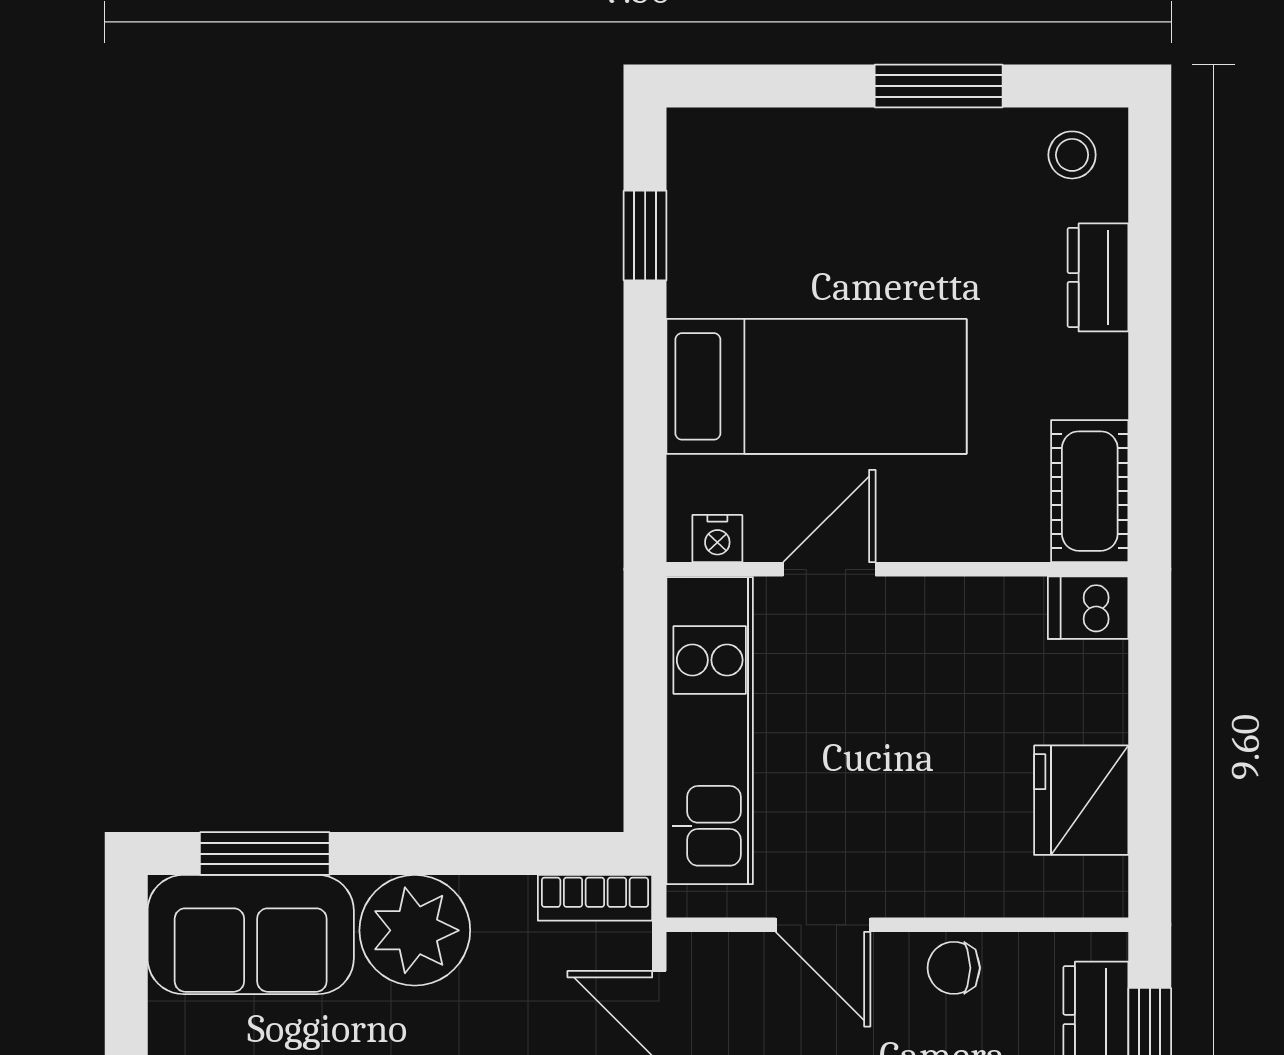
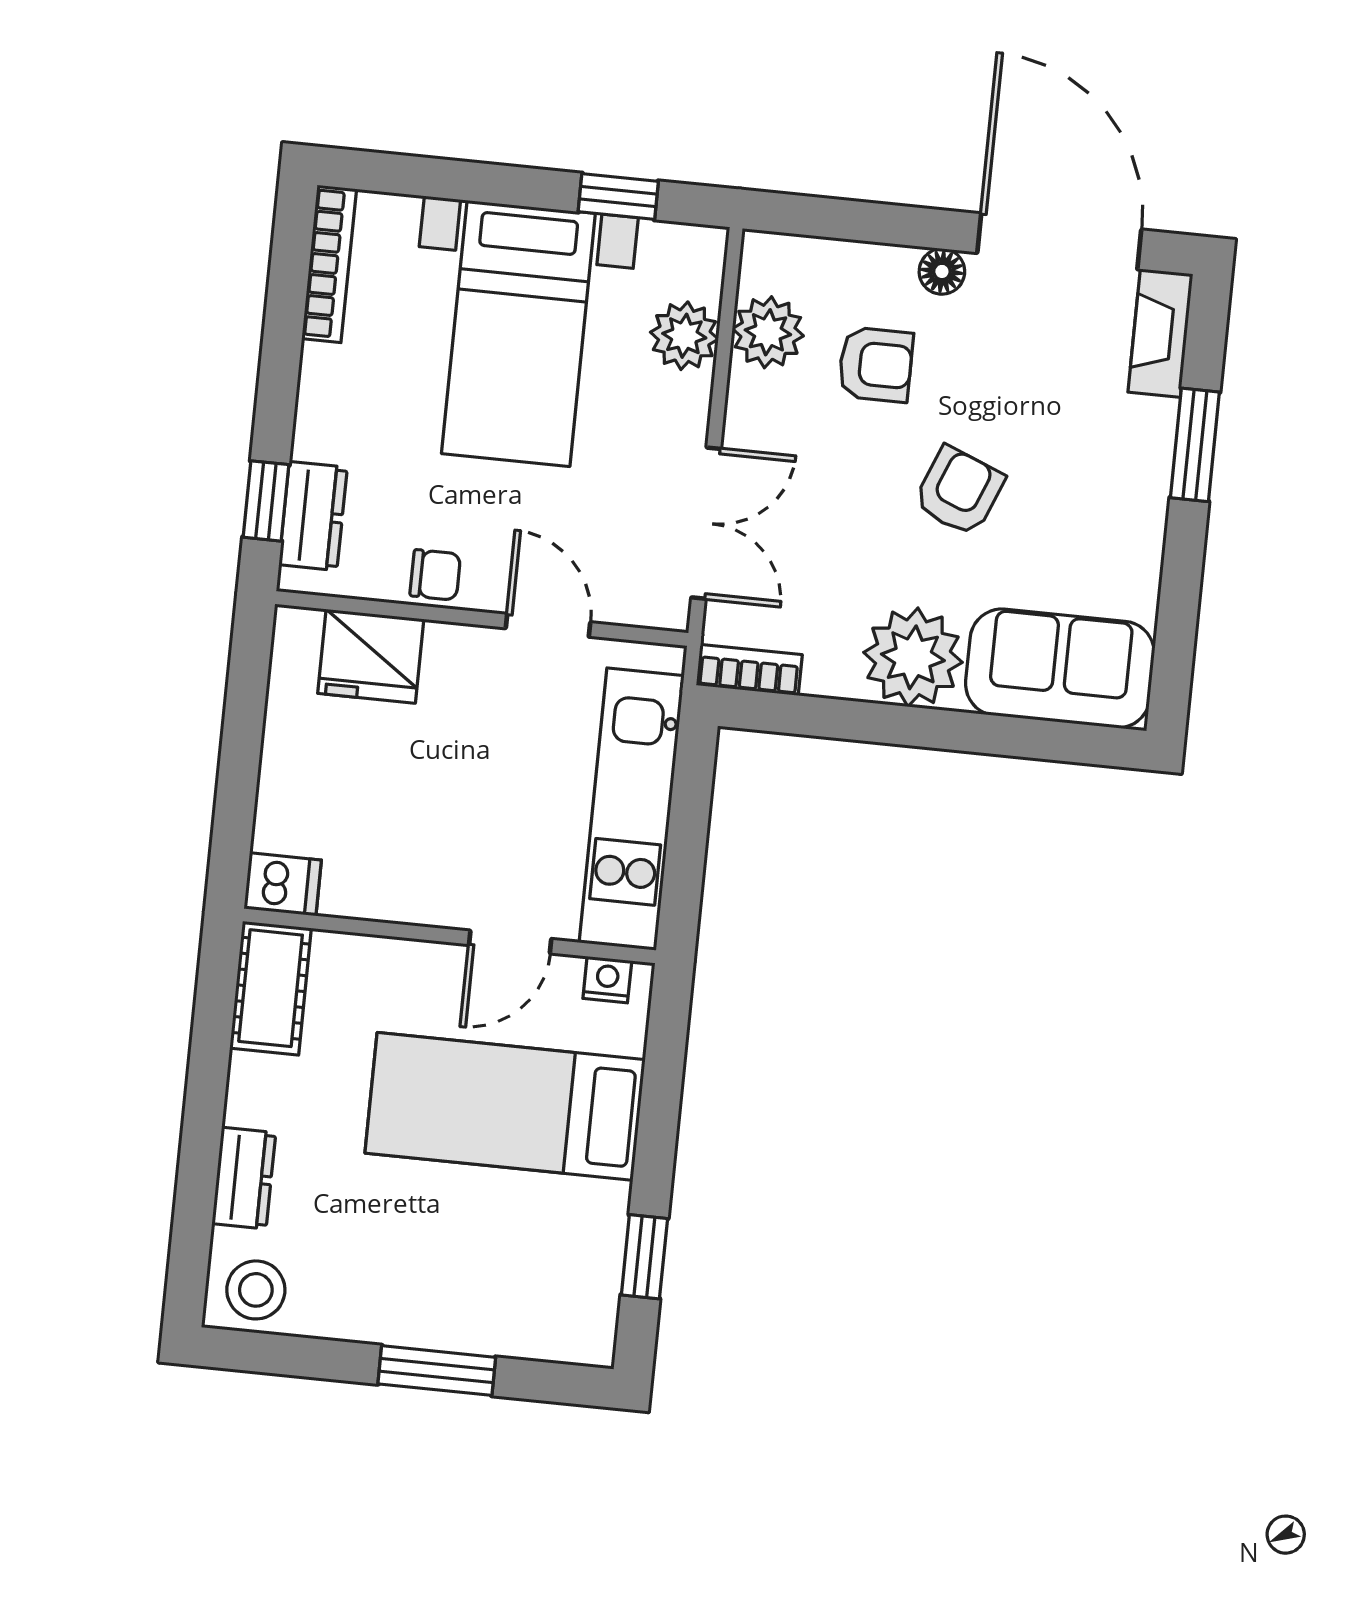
window: (939, 86) -> (437, 1371), moved
stool: (1072, 155) -> (256, 1290), width x1.37, depth x1.37
fridge: (1081, 800) -> (371, 656), moved, turned 90
window: (265, 854) -> (1040, 739), removed

